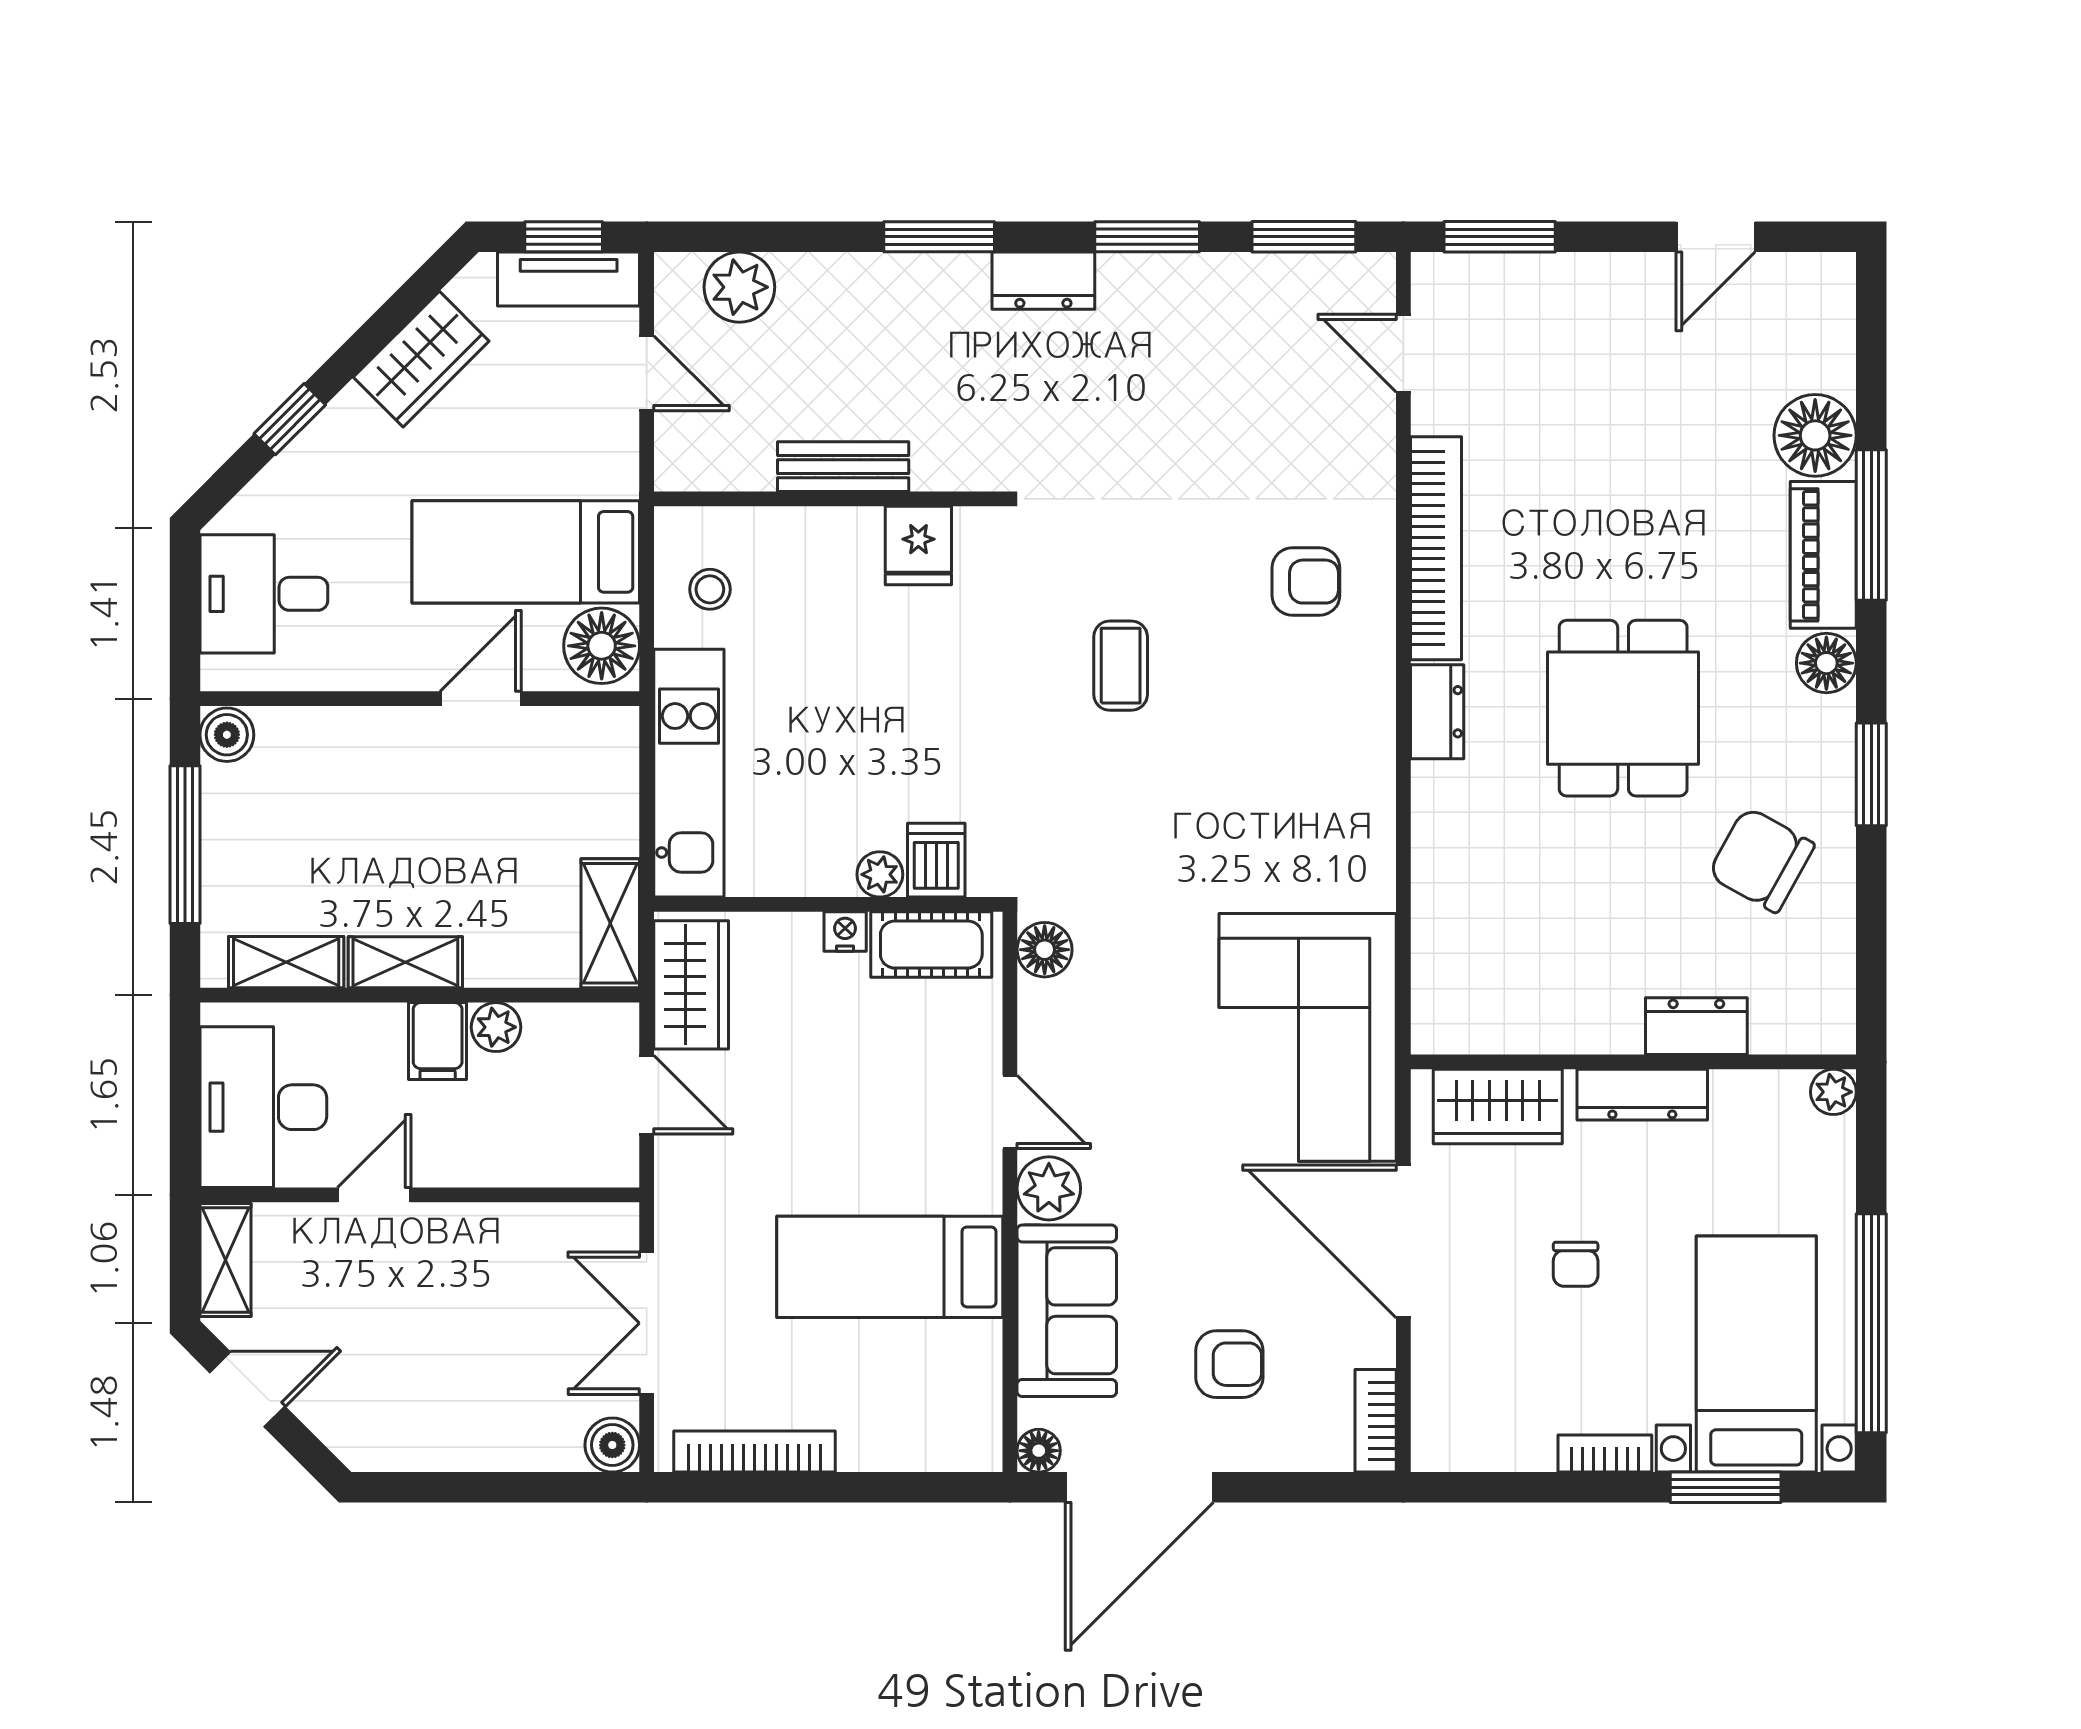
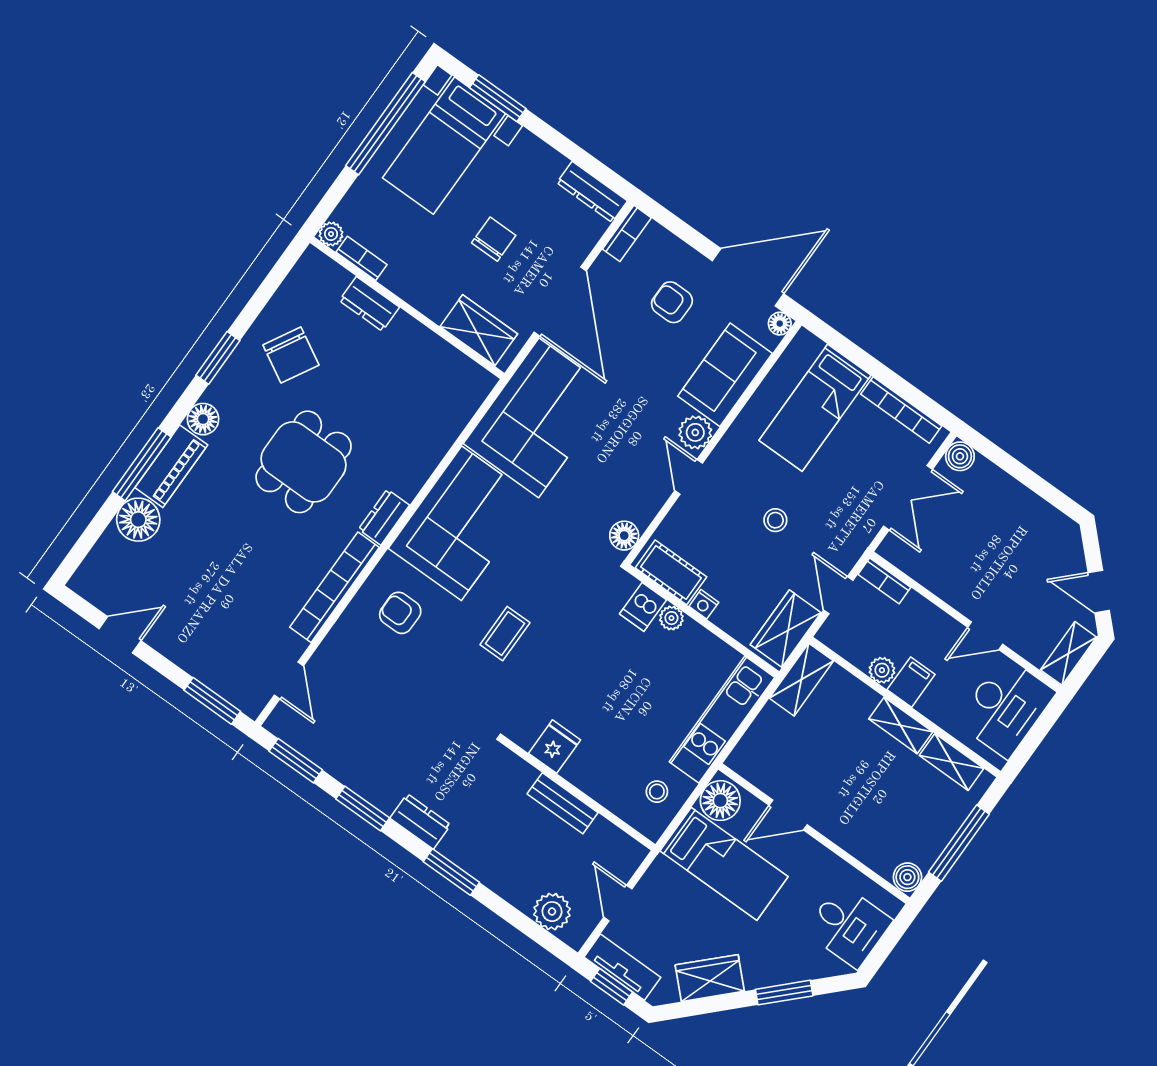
window: (290, 419) -> (784, 993), width x1.50
corner sofa: (1310, 788) -> (461, 523), added
dresser: (1642, 1095) -> (592, 192), moved, turned 180
stool: (827, 1141) -> (775, 520), added
bookcase: (591, 1168) -> (884, 581), added
chair: (1576, 1264) -> (494, 239), width x1.37, depth x1.37
bed: (890, 1267) -> (815, 408), moved, turned 90
bookcase: (1605, 1454) -> (362, 258), moved, turned 180

